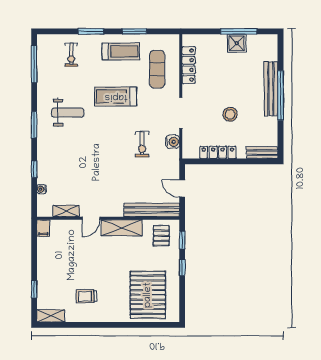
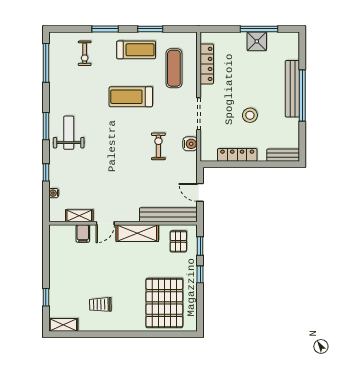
weight bench: (68, 113) -> (69, 133), moved, turned -90
exercise bike: (142, 144) -> (158, 146), turned 180
filing cabinet: (43, 228) -> (83, 234), moved

